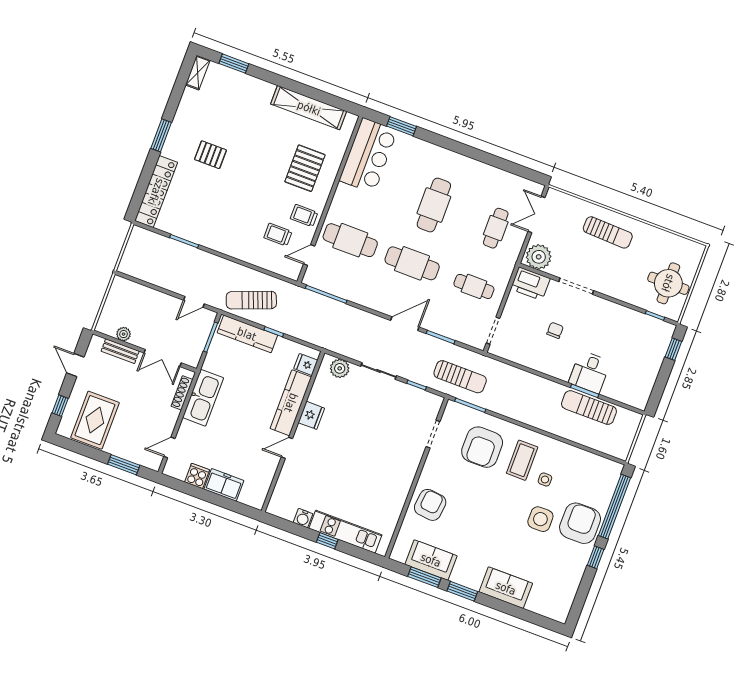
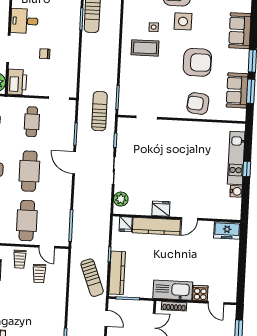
desk: (590, 372) -> (24, 21), moved, turned 180
armchair: (482, 447) -> (197, 62), moved
door: (287, 448) -> (190, 219), hinge flipped
cooker: (197, 476) -> (200, 293), moved, turned 90
freezer: (224, 485) -> (227, 230), moved, turned -90

